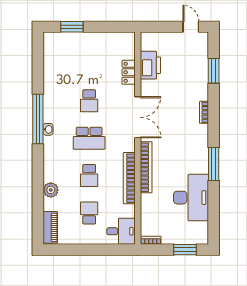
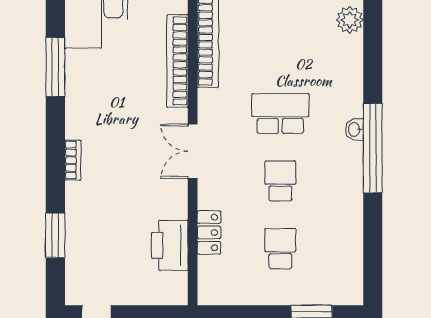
double door: (138, 117) -> (193, 151), width x0.73
school desk: (89, 176) -> (280, 249), moved

